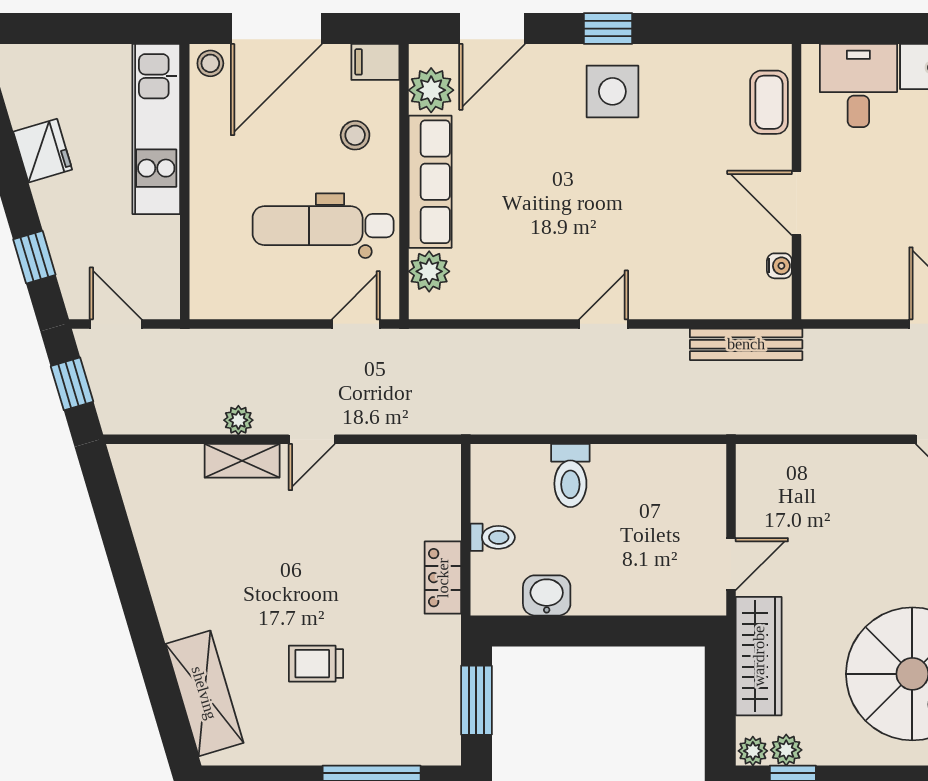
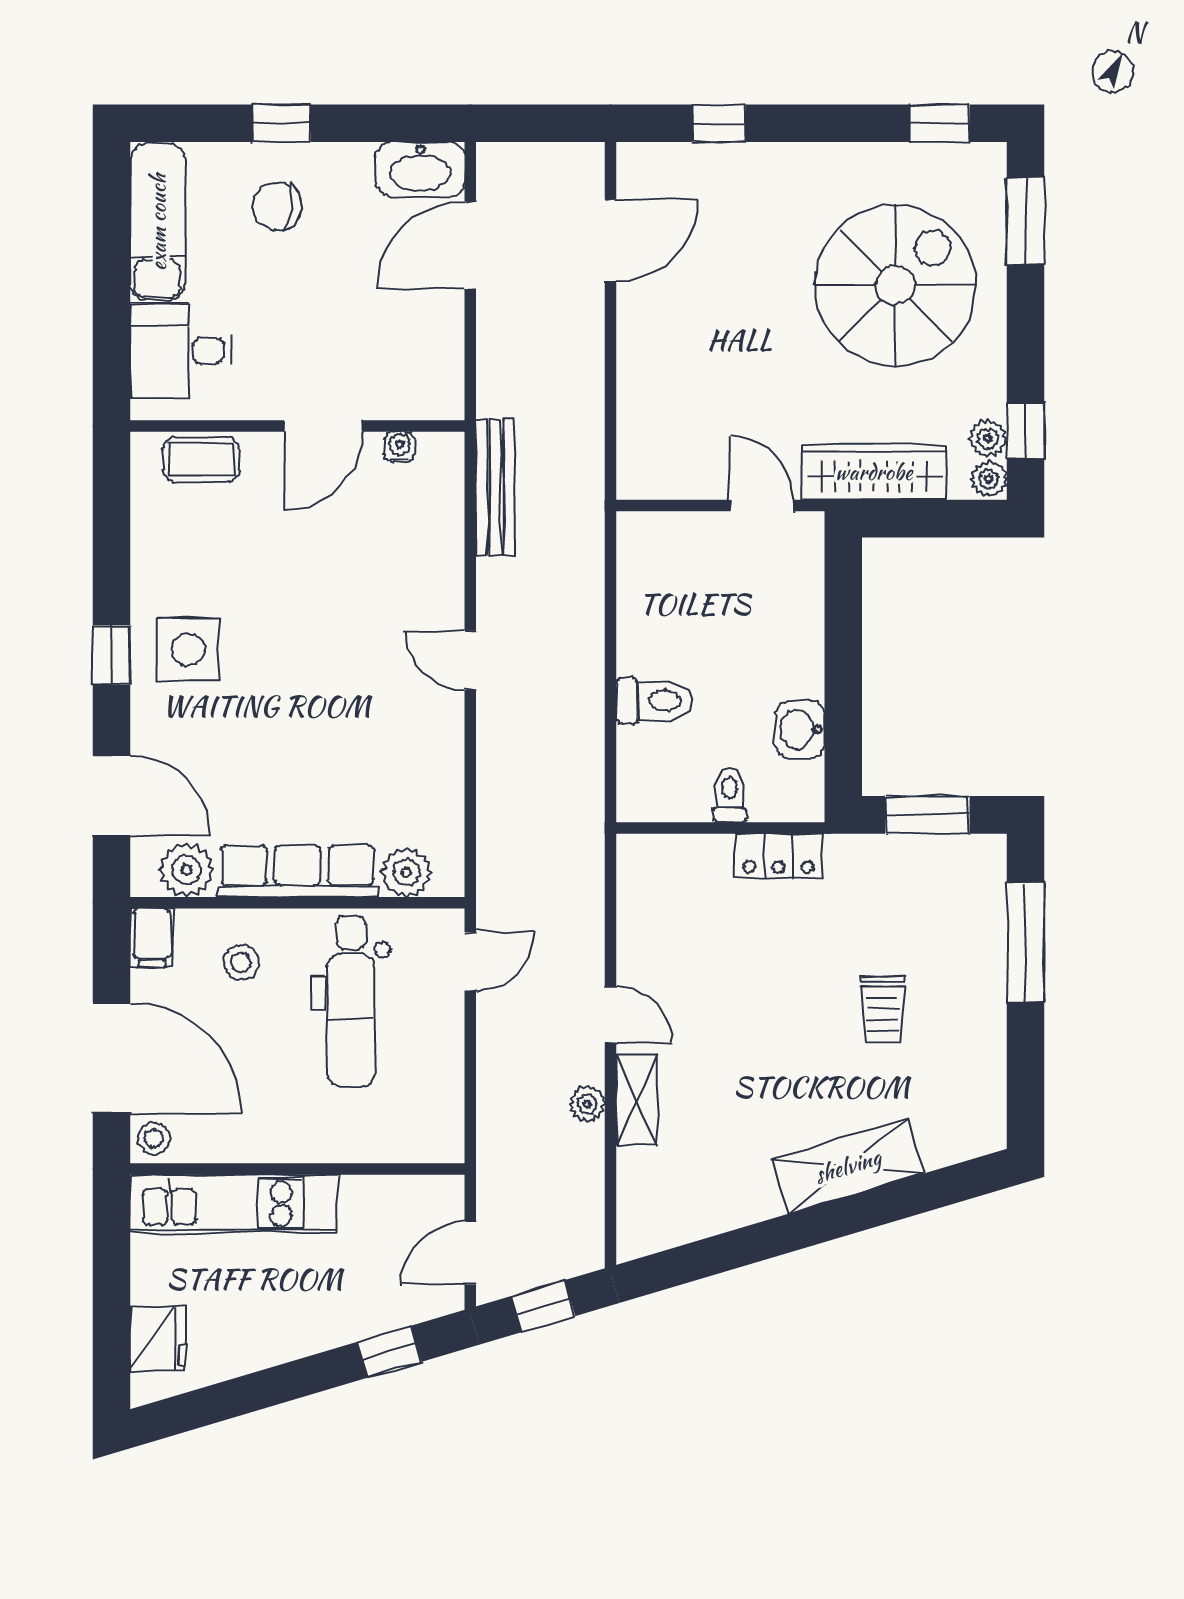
fridge: (43, 151) -> (158, 1338), moved, turned 107
door: (356, 324) -> (470, 961), swing flipped
shelving: (204, 693) -> (848, 1166), moved

